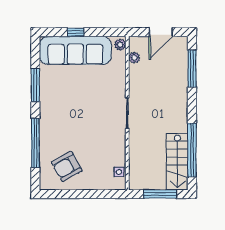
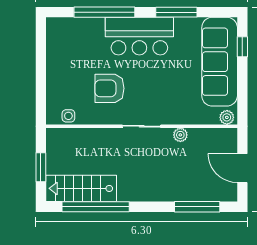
window: (76, 32) -> (242, 47), moved
plant: (134, 58) -> (180, 135), moved
bar counter: (55, 115) -> (139, 36), added
armchair: (67, 166) -> (109, 88), moved, turned -61
window: (160, 194) -> (41, 167), width x0.69

